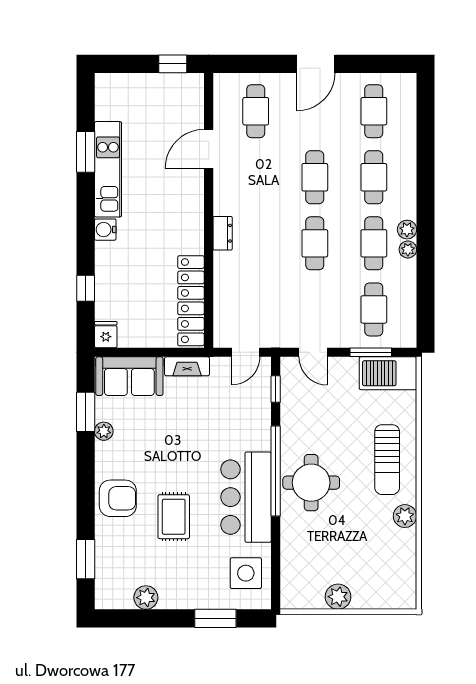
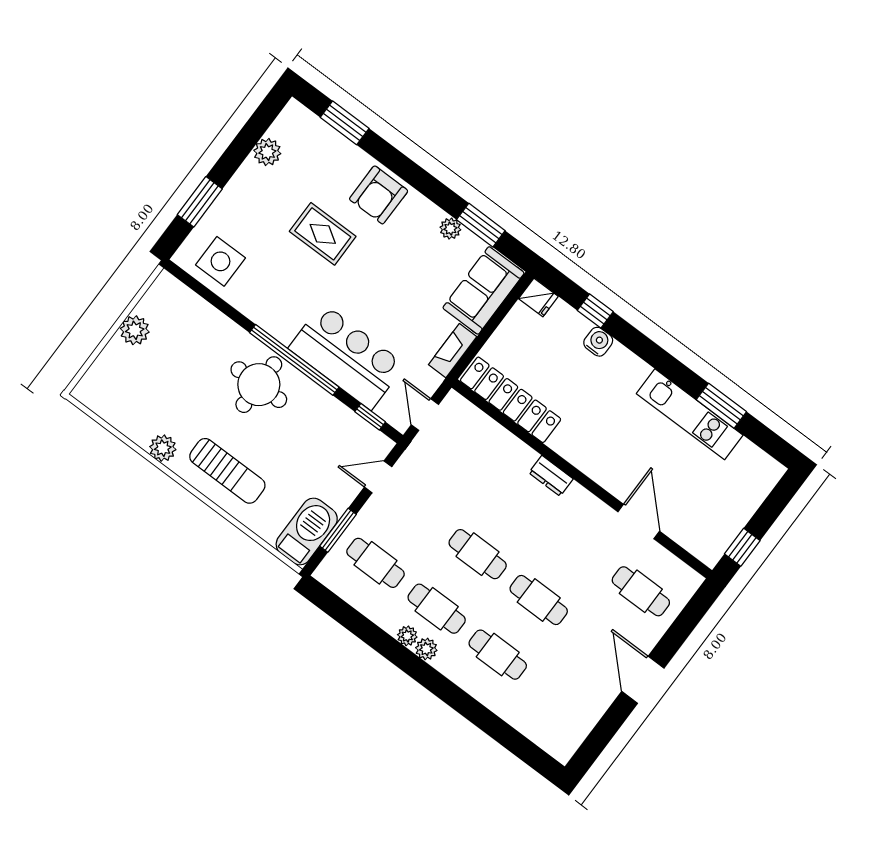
cafe table: (374, 111) -> (559, 700), removed
water cooler: (105, 230) -> (598, 342), moved
sun lounger: (387, 460) -> (227, 471), turned 180
bar counter: (246, 497) -> (347, 356), moved

